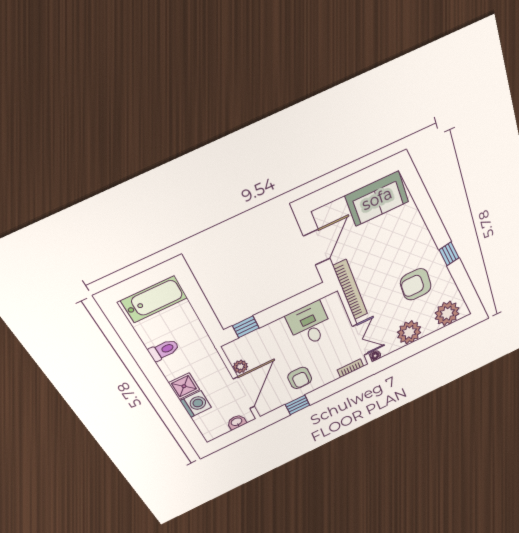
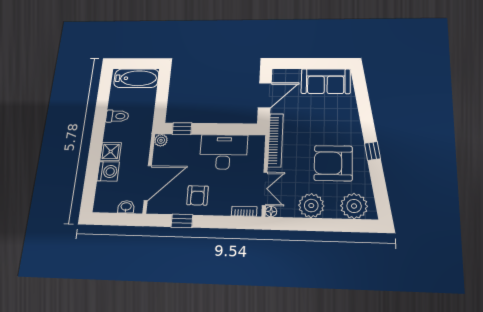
armchair: (416, 284) -> (333, 163), width x1.36, depth x1.36
desk: (310, 324) -> (223, 152), width x1.37
plant: (240, 367) -> (161, 140), moved

